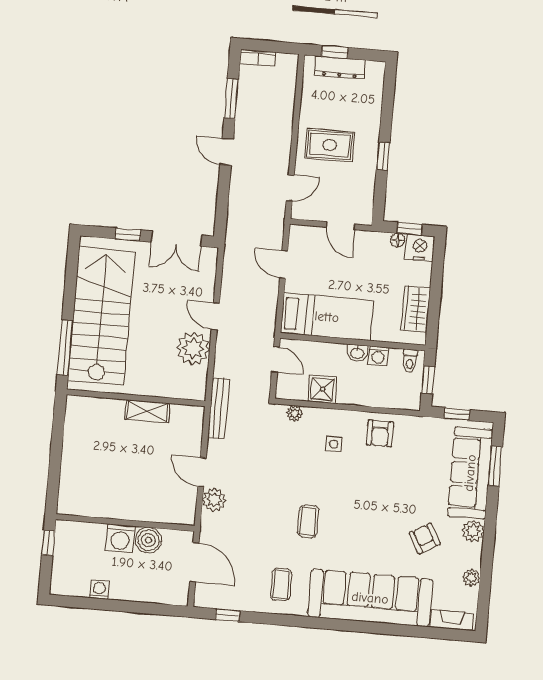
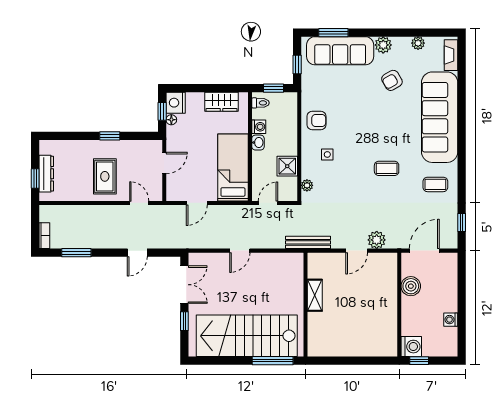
door: (227, 152) -> (137, 253), moved
plant: (193, 348) -> (265, 265), removed
washing machine: (120, 538) -> (411, 347), moved

